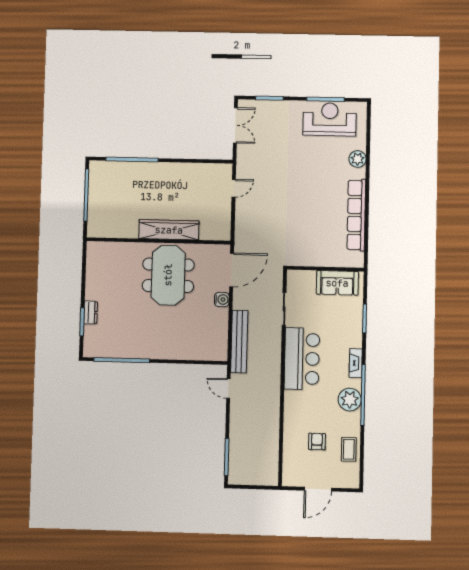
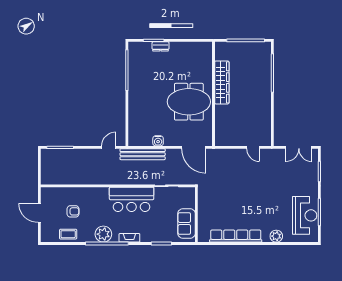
wardrobe: (169, 230) -> (222, 82), moved
water cooler: (222, 300) -> (158, 141), moved

